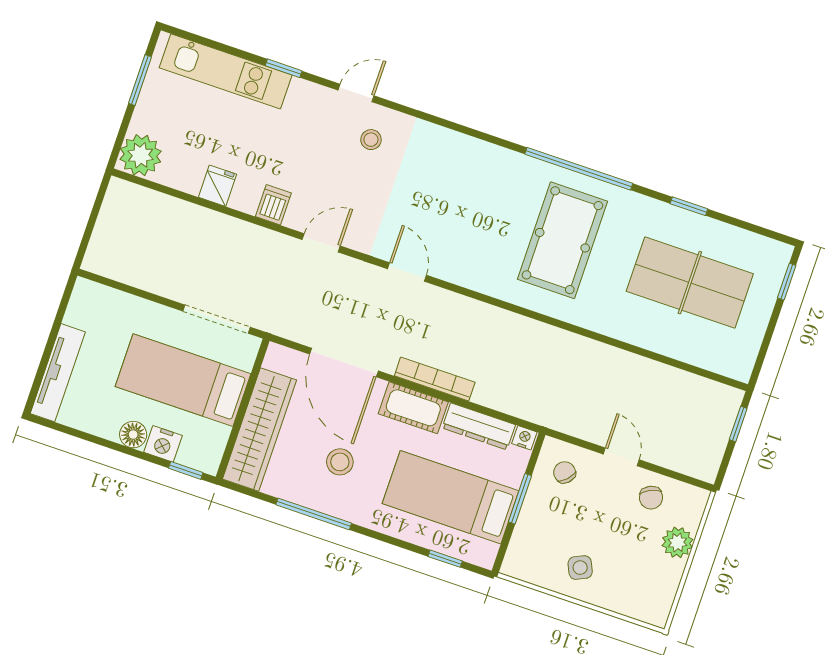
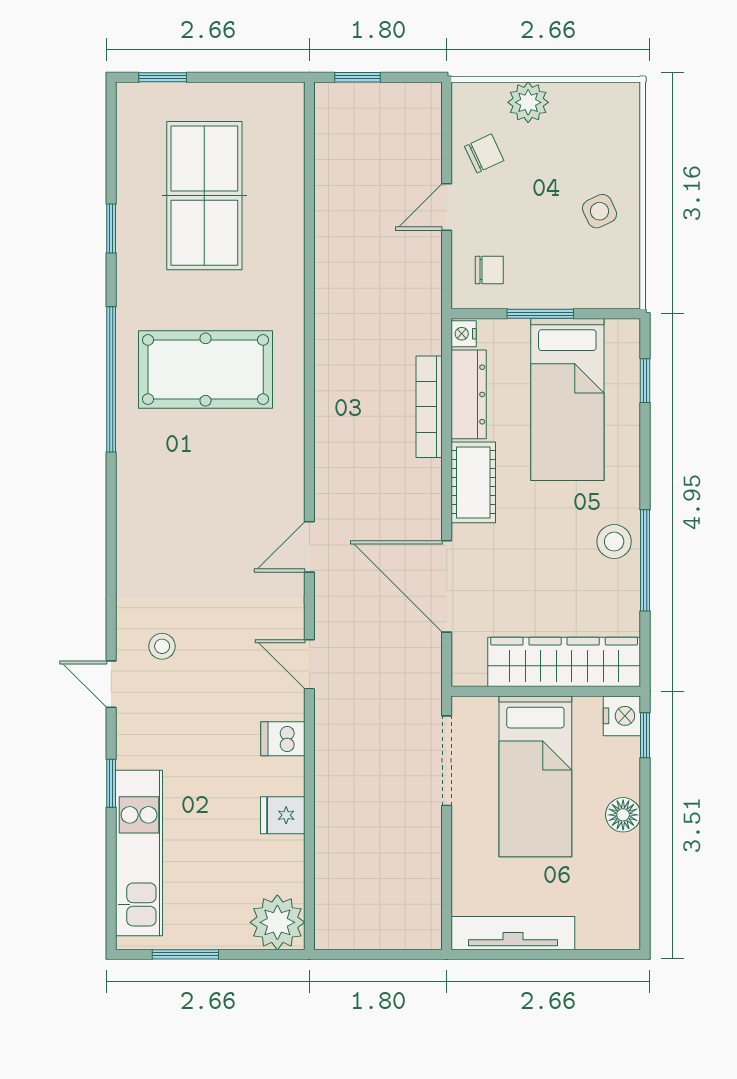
door: (344, 363) -> (447, 586), swing flipped
tv unit: (58, 373) -> (513, 933), moved
bookcase: (435, 379) -> (429, 407), moved
nightstand: (163, 444) -> (622, 716), moved
stool: (340, 462) -> (614, 542), moved
chair: (565, 472) -> (489, 270), turned -134

